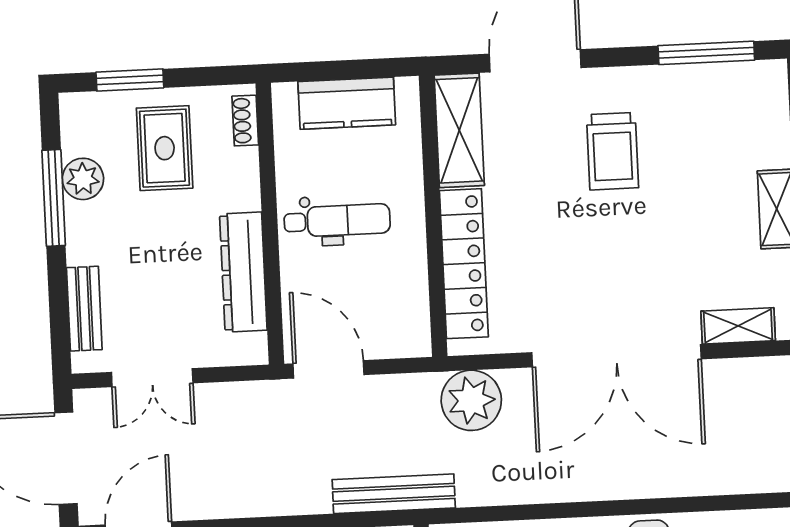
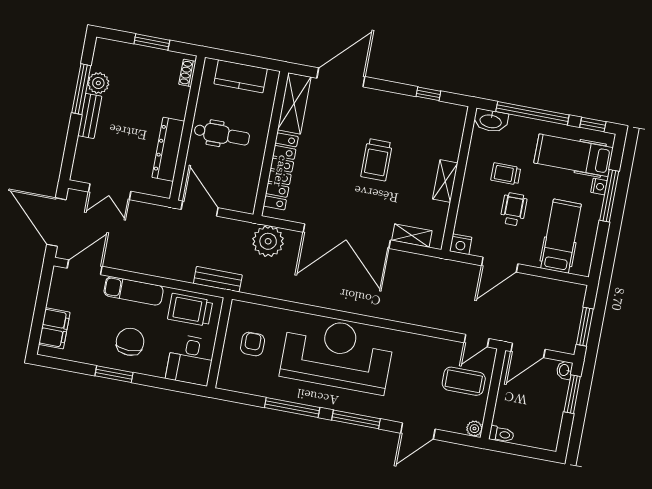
window: (706, 53) -> (428, 94), width x0.46
window: (130, 80) -> (152, 42), moved
rug: (165, 148) -> (143, 77), removed
trolley: (613, 151) -> (377, 160), moved
bench: (84, 309) -> (90, 116), moved
bench: (394, 494) -> (218, 279), width x0.73

